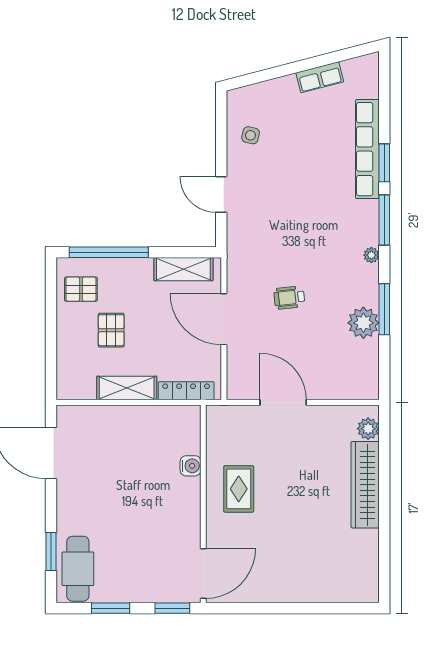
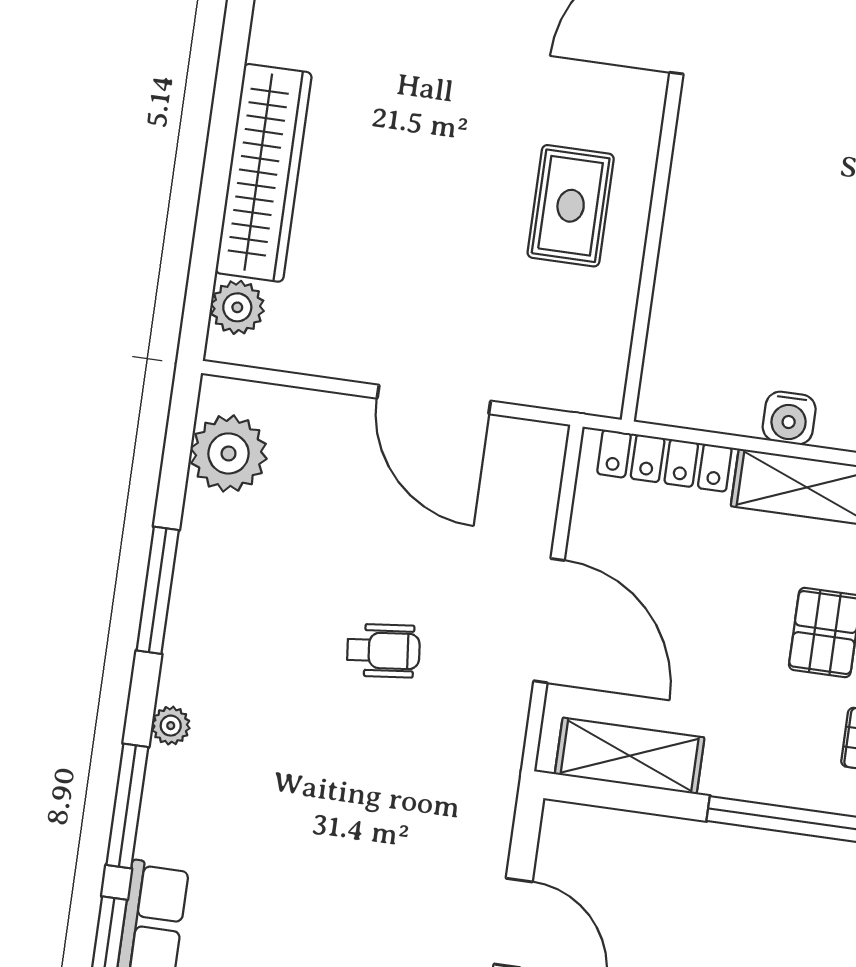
plant: (363, 323) -> (229, 453), moved
water cooler: (191, 466) -> (789, 418), moved, turned -90

